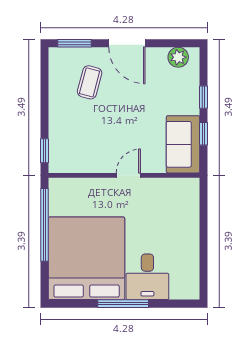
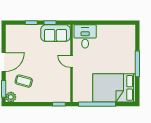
plant: (178, 57) -> (11, 97), moved
bed: (87, 258) -> (114, 88), width x0.73
desk: (147, 277) -> (85, 36), moved, turned -90

